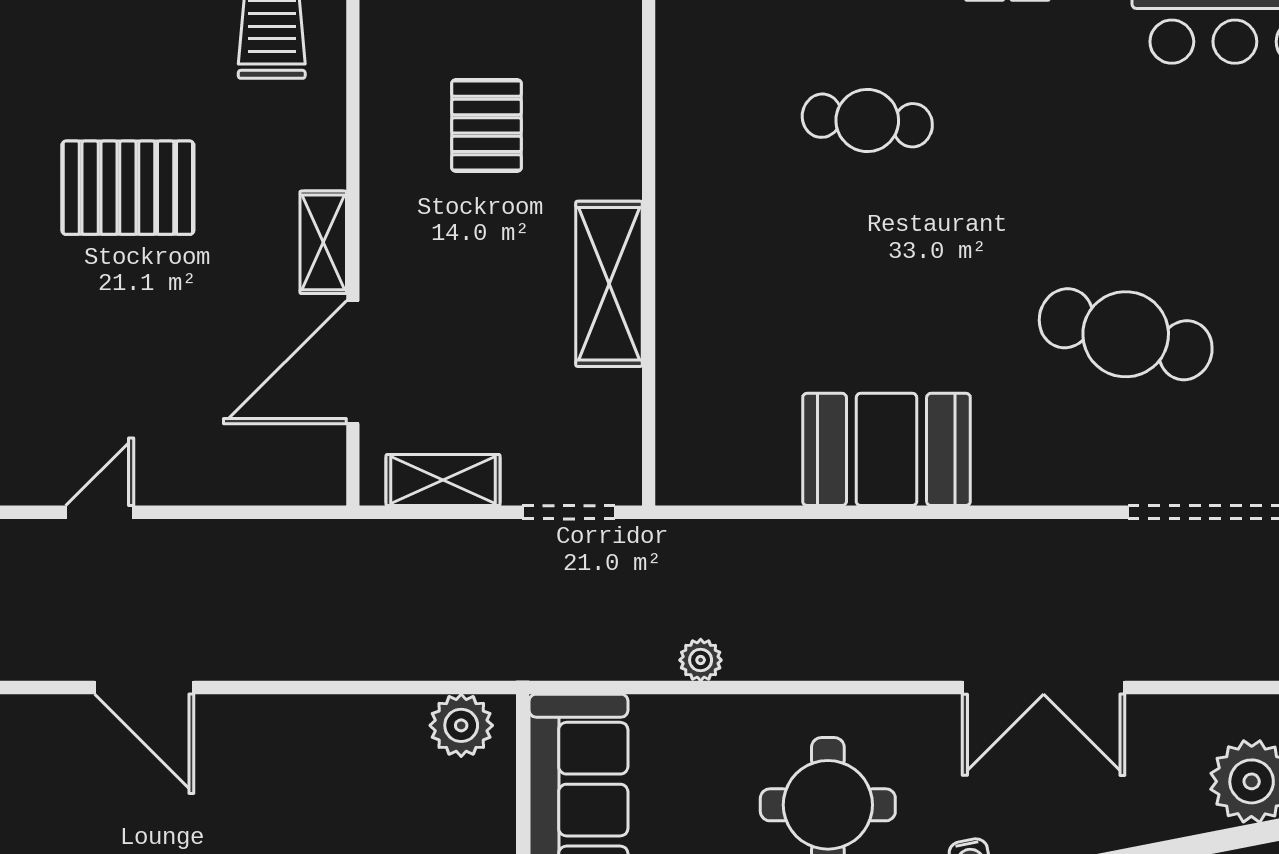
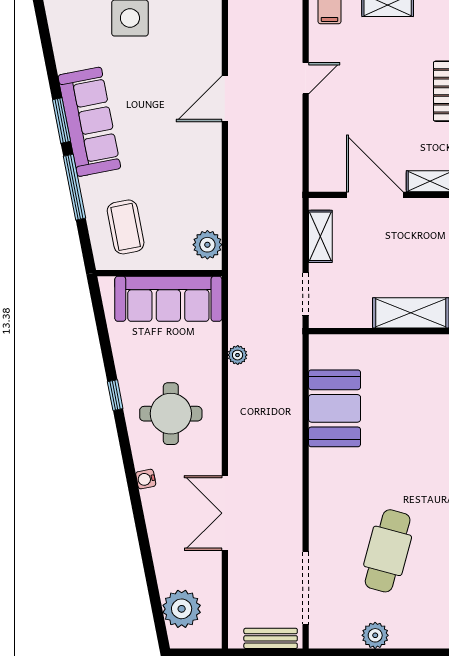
booth: (887, 449) -> (335, 408), moved
door: (100, 512) -> (306, 78), hinge flipped

